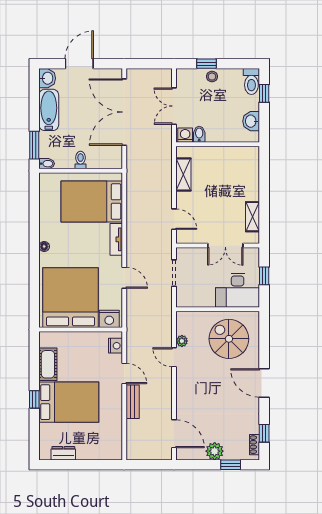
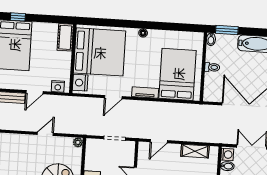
plant: (182, 341) -> (78, 142), moved
cot: (48, 364) -> (65, 37), moved, turned 90

